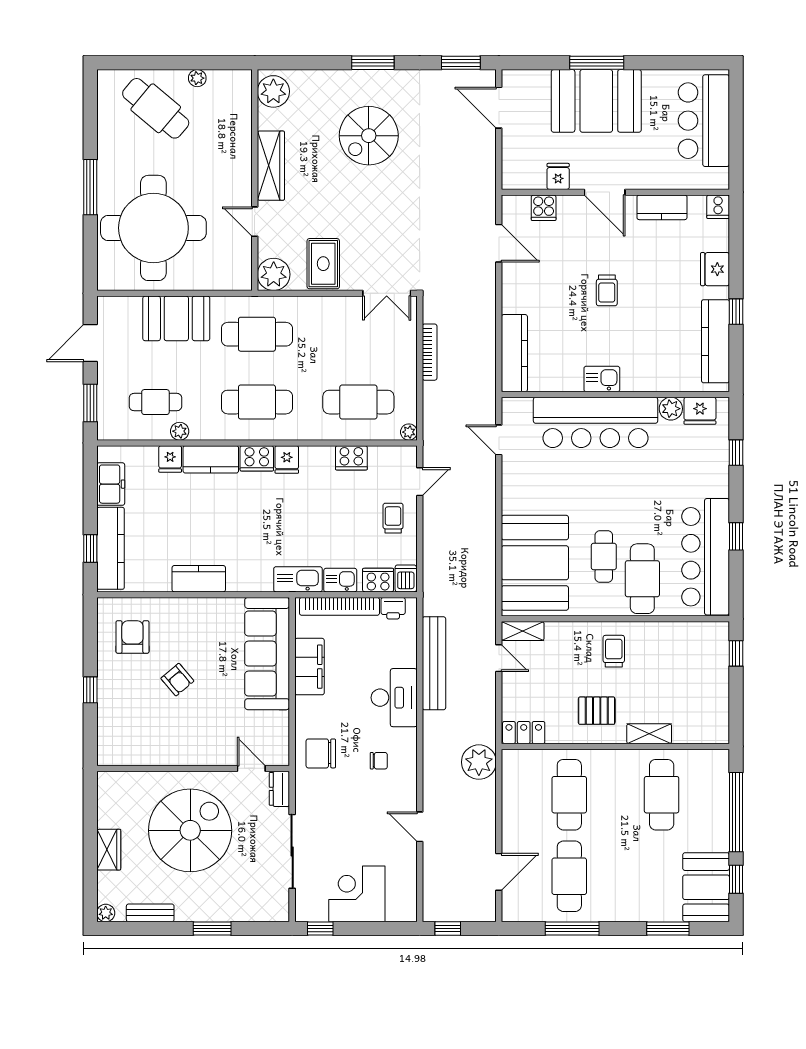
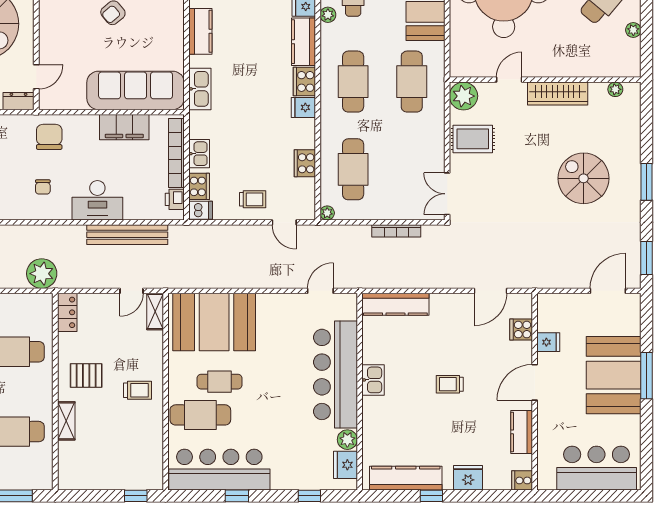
plant: (273, 91) -> (615, 89), width x0.53, depth x0.53
kitchen sink: (298, 579) -> (200, 89), moved
pallet: (597, 711) -> (86, 375), turned 90

